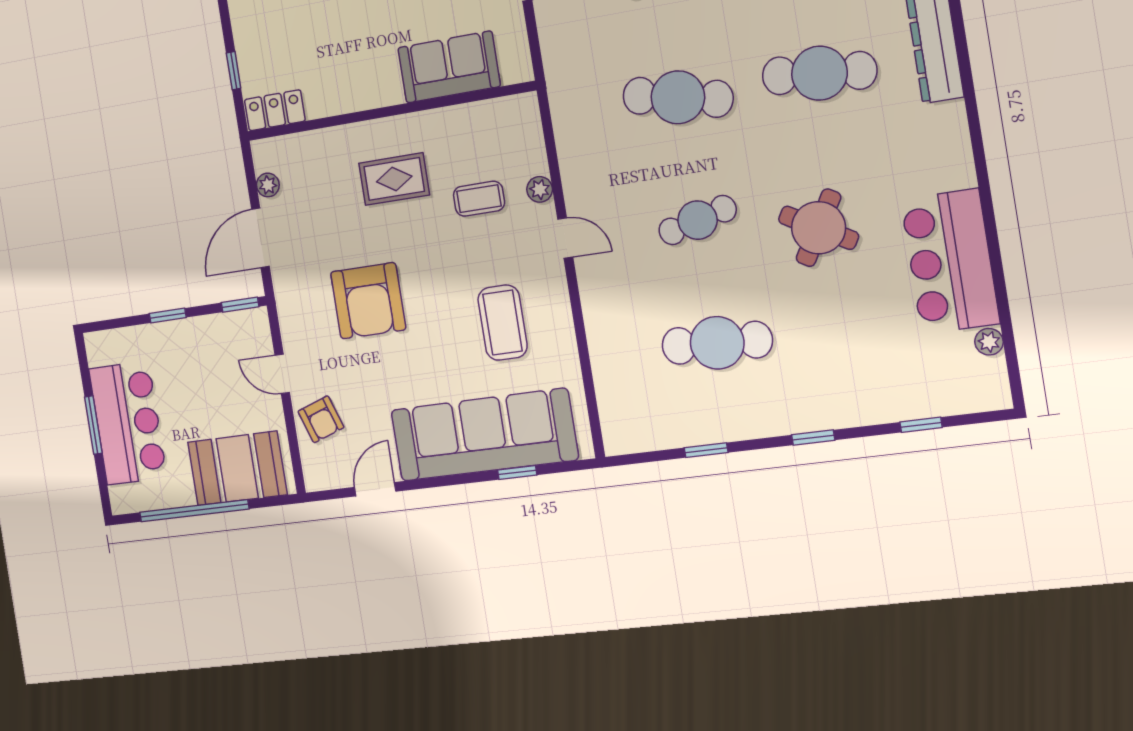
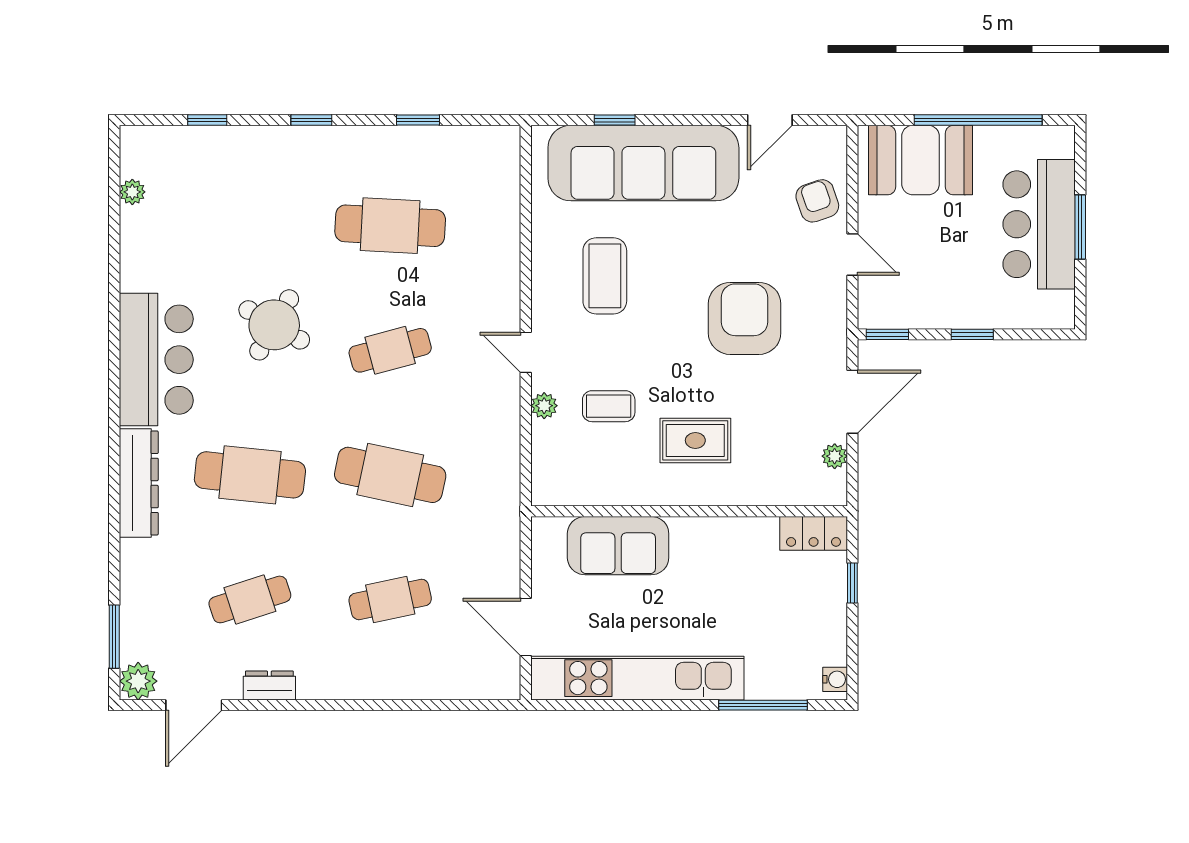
bar counter: (950, 261) -> (156, 360), moved

